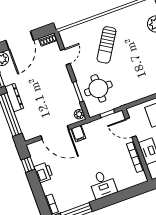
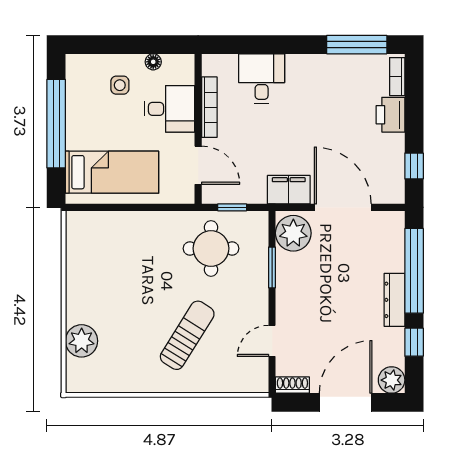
round table: (98, 88) -> (211, 248), moved
plant: (79, 114) -> (293, 233), width x1.88, depth x1.88
filing cabinet: (78, 133) -> (289, 190), width x2.00
printer: (44, 172) -> (390, 115), moved
desk: (103, 184) -> (262, 79), moved

